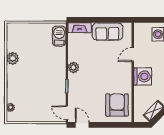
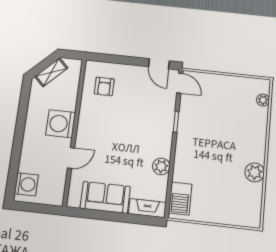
plant: (73, 67) -> (161, 166), moved
armchair: (117, 105) -> (104, 86), width x0.53, depth x0.53

